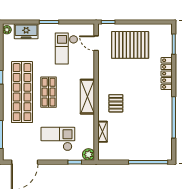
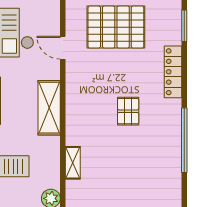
door: (96, 43) -> (63, 48), moved
pallet: (116, 103) -> (128, 111), moved

